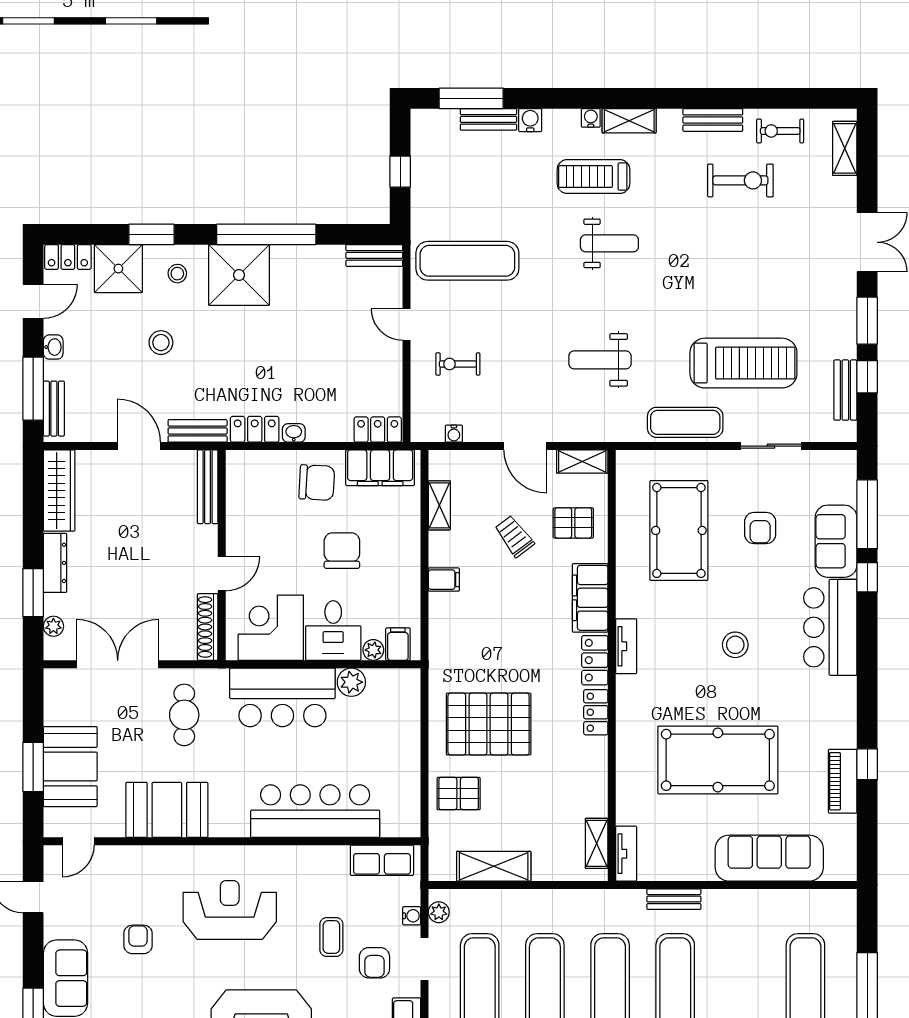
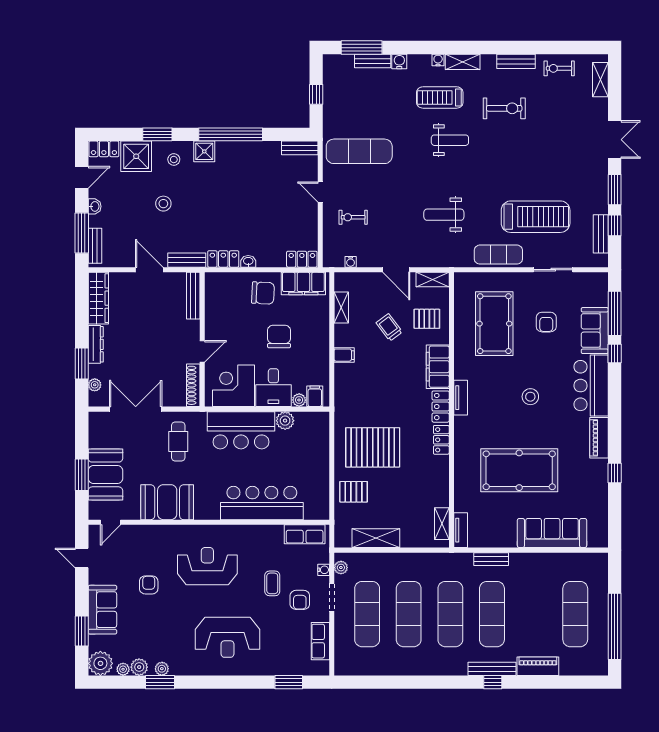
exercise bike: (740, 180) -> (504, 108), moved
shower: (239, 275) -> (204, 151), width x0.54, depth x0.54
piano: (843, 781) -> (599, 438), moved

